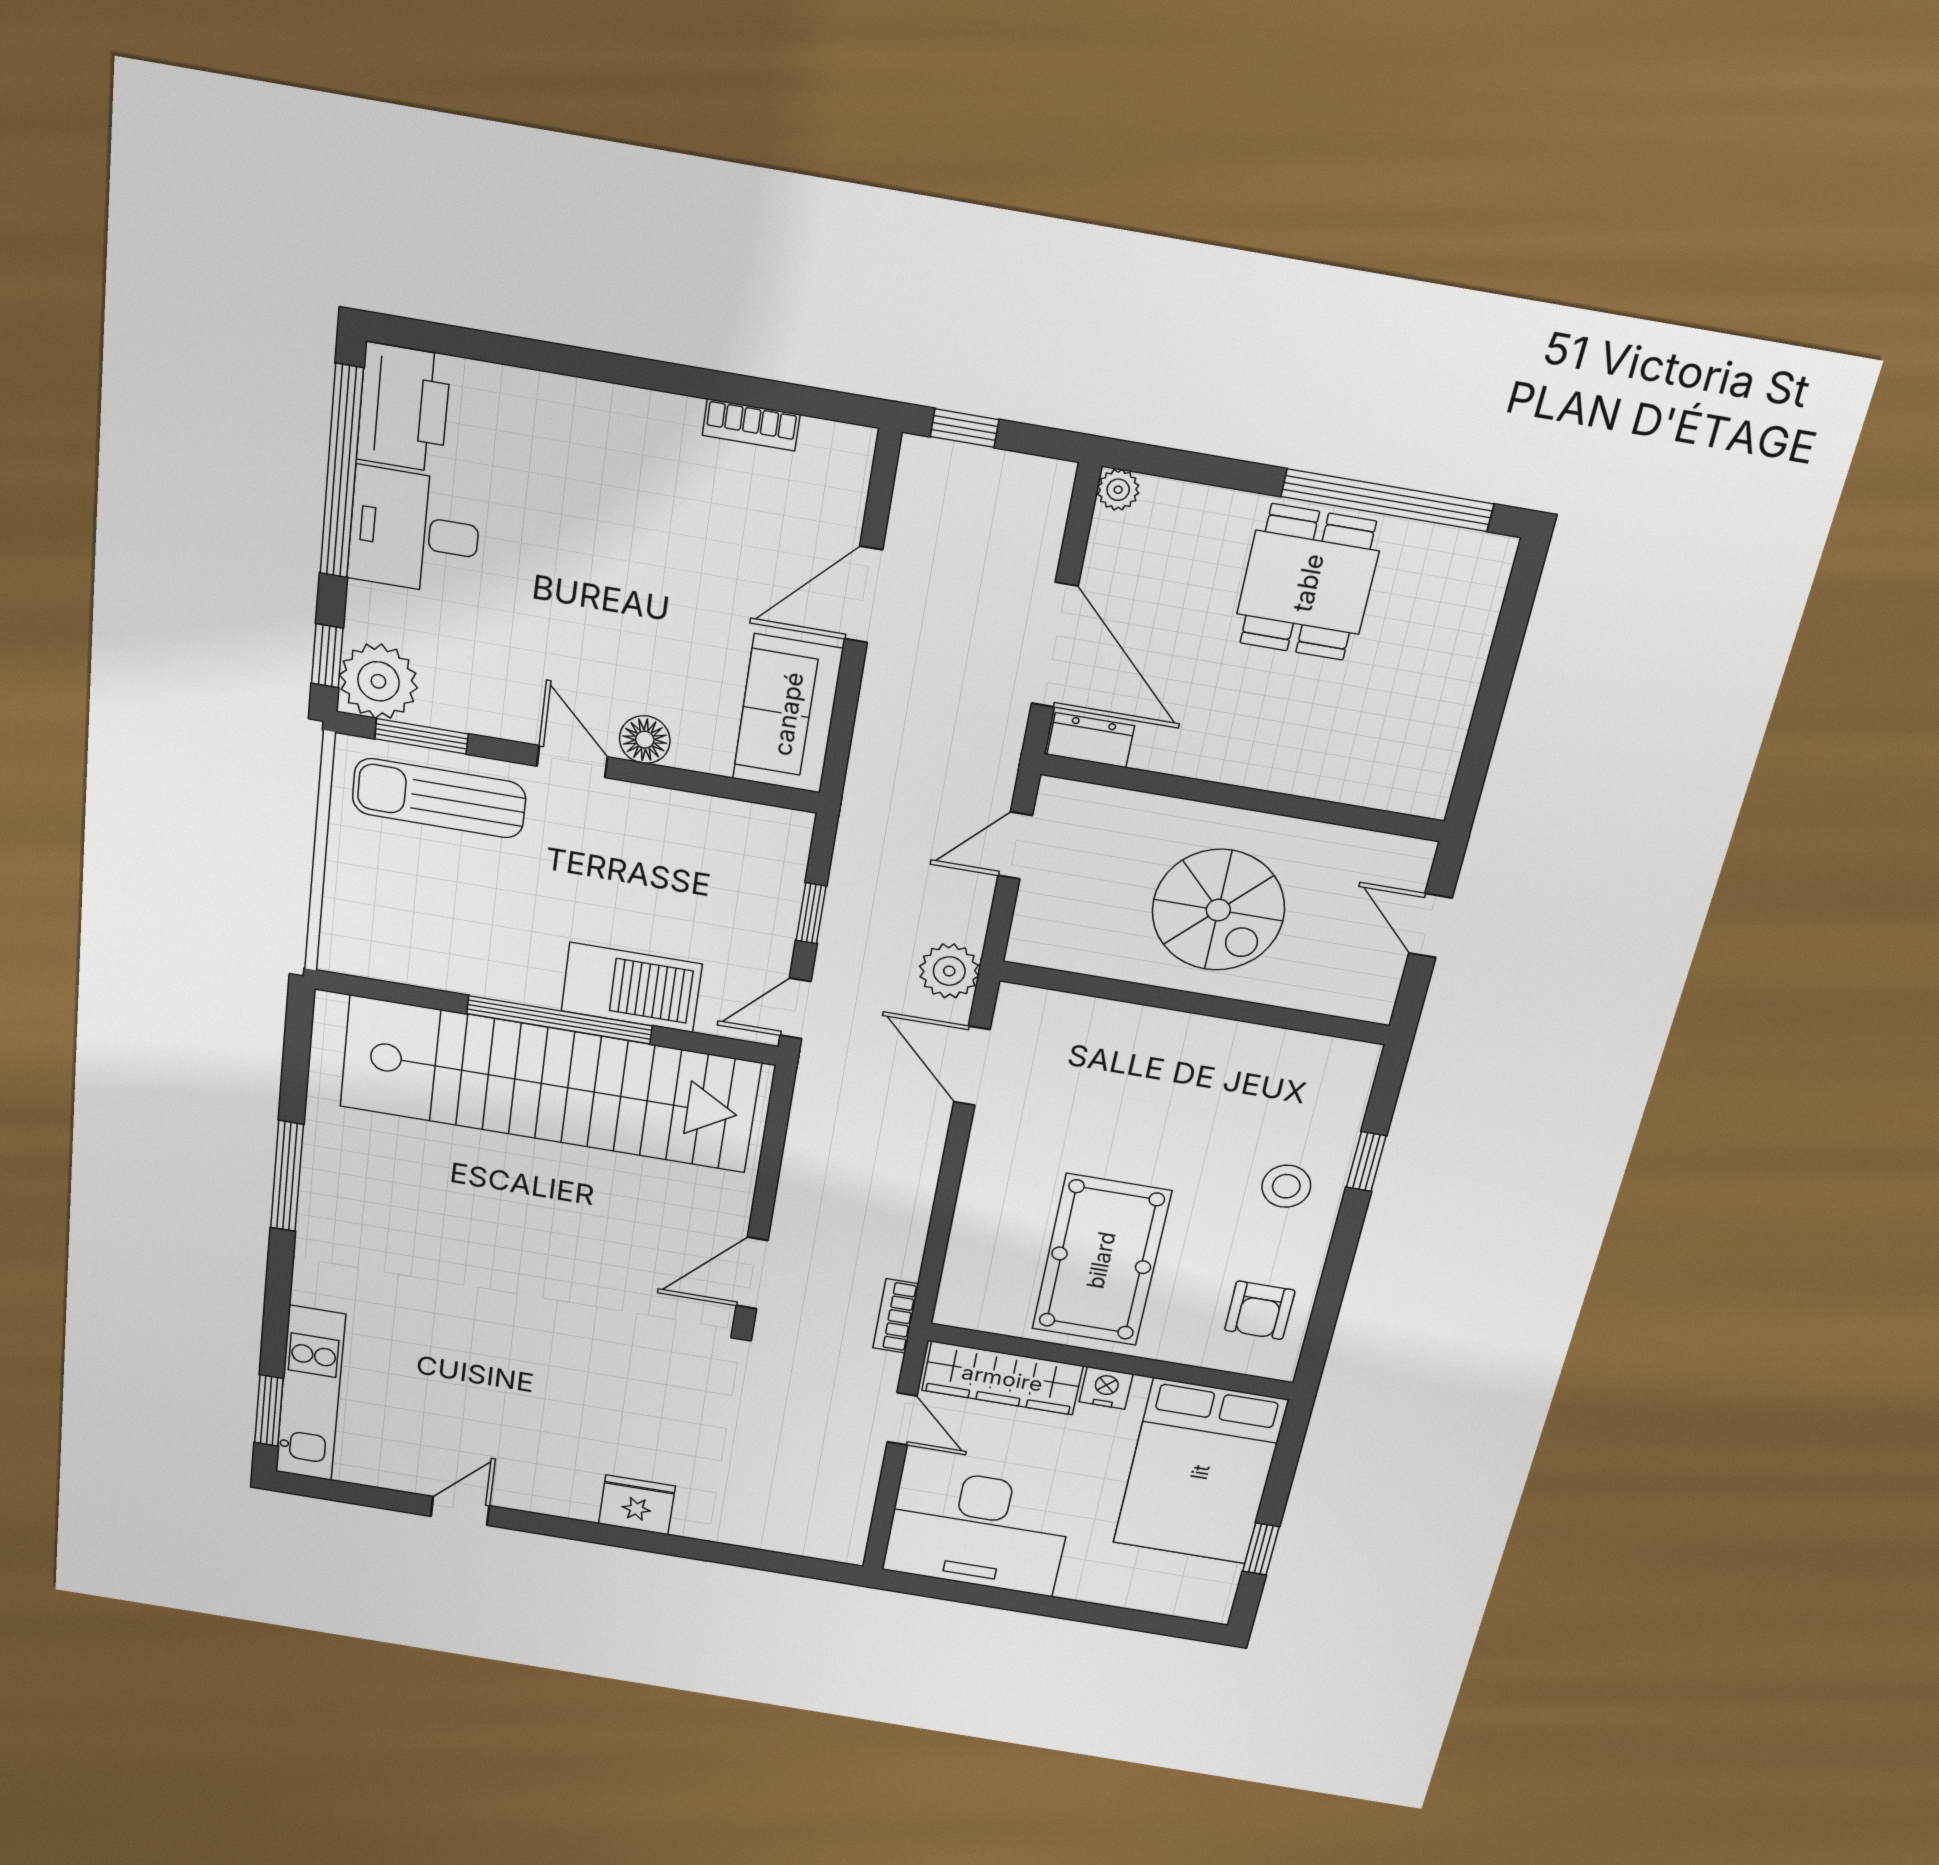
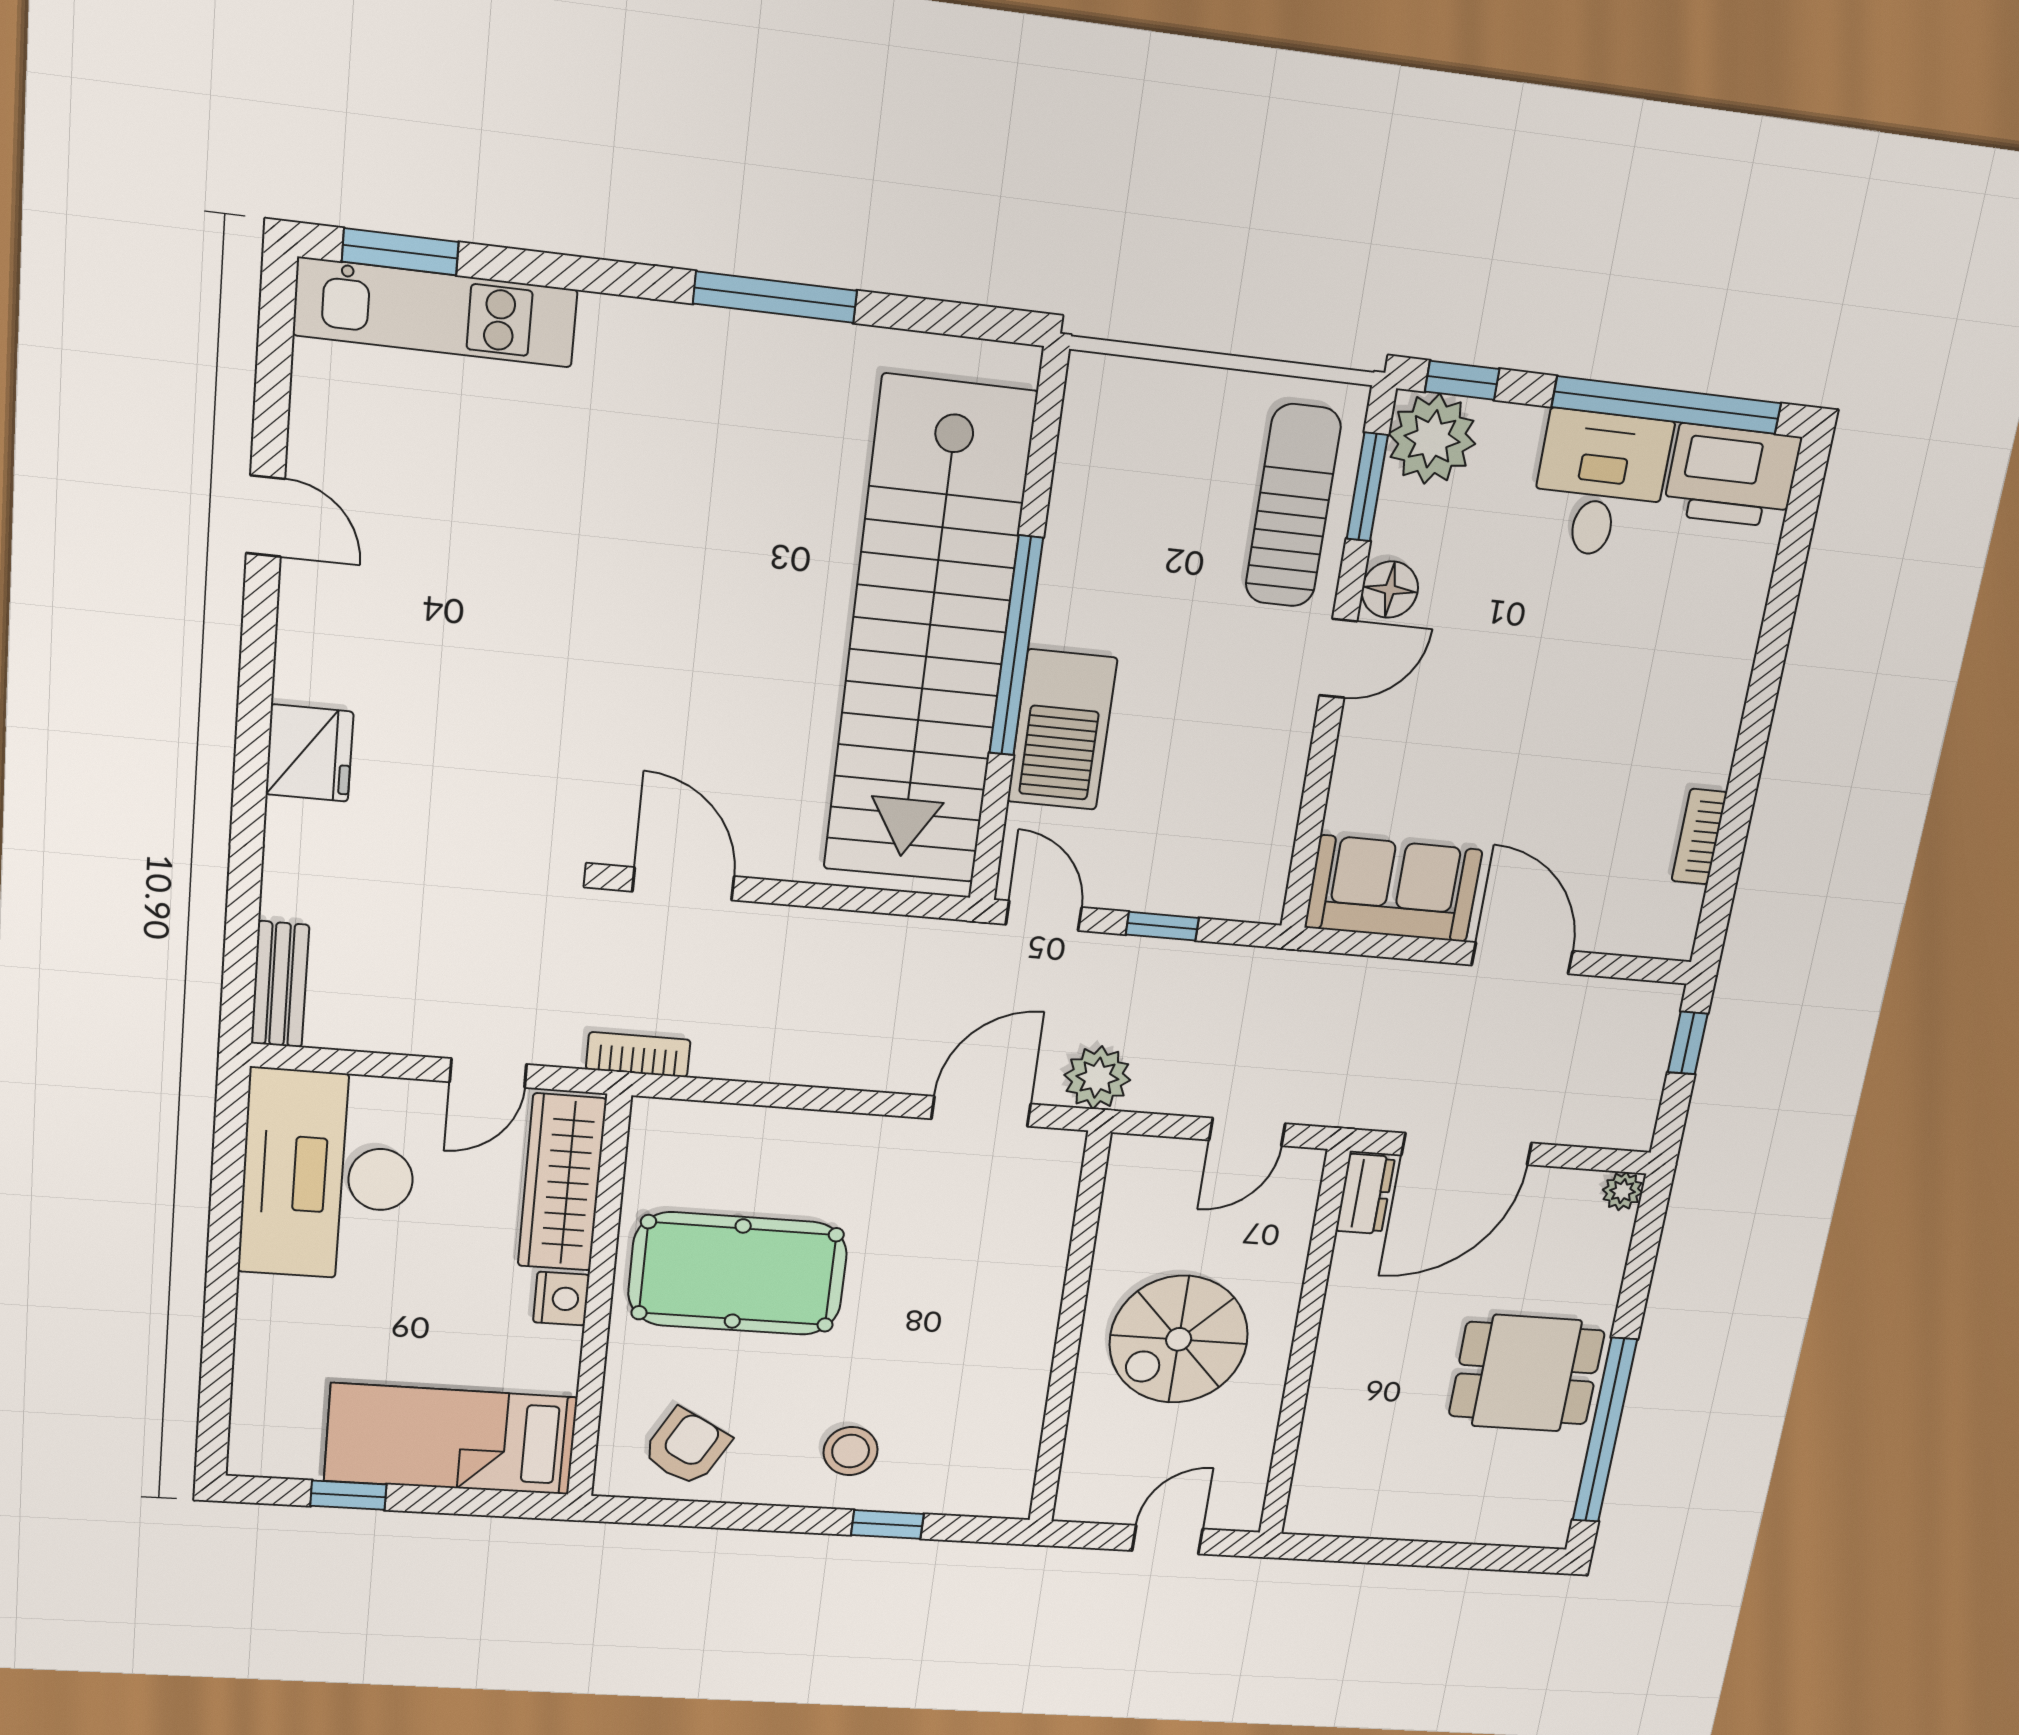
floor lamp: (645, 740) -> (1390, 590), moved
door: (1015, 846) -> (1247, 1132), swing flipped
armchair: (1260, 1310) -> (686, 1447), turned 119
bed: (1200, 1472) -> (451, 1439), width x0.67
bench: (817, 1543) -> (280, 984), added

